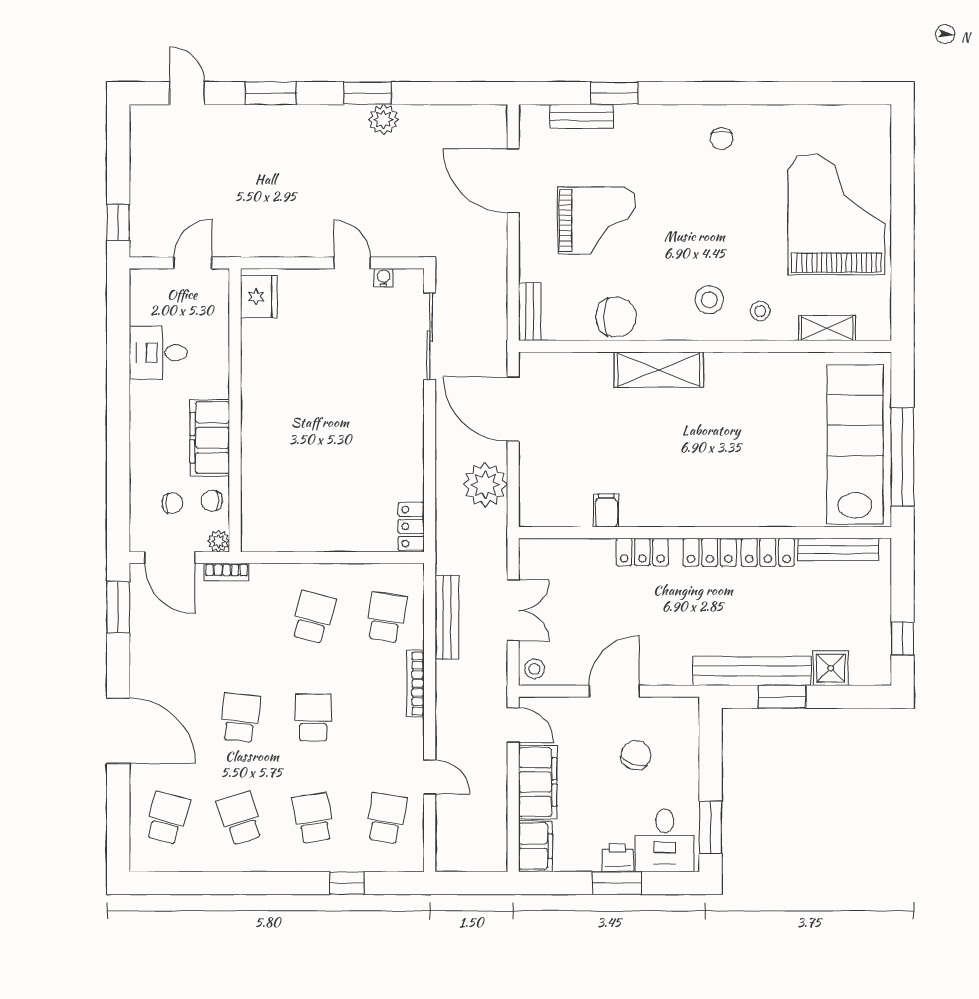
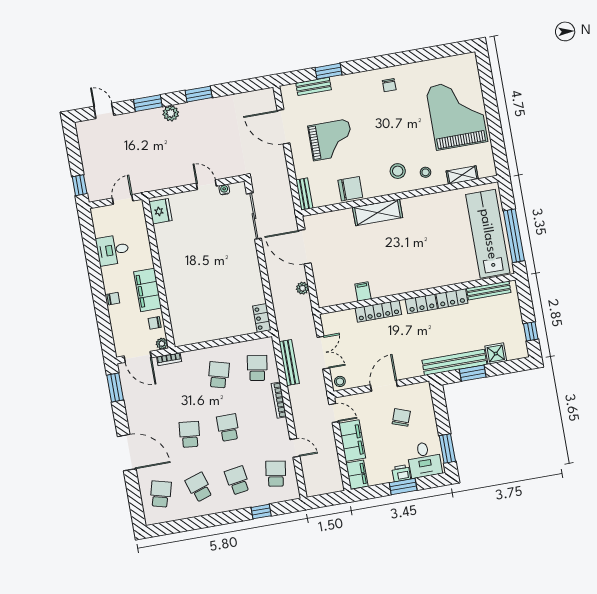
plant: (384, 119) -> (171, 113), moved
plant: (485, 485) -> (302, 288), width x0.53, depth x0.53
chair: (172, 503) -> (113, 299), moved
locker: (642, 552) -> (378, 311), width x1.53

